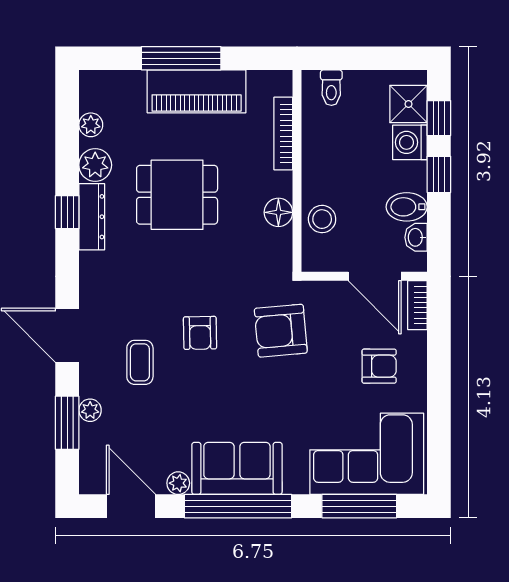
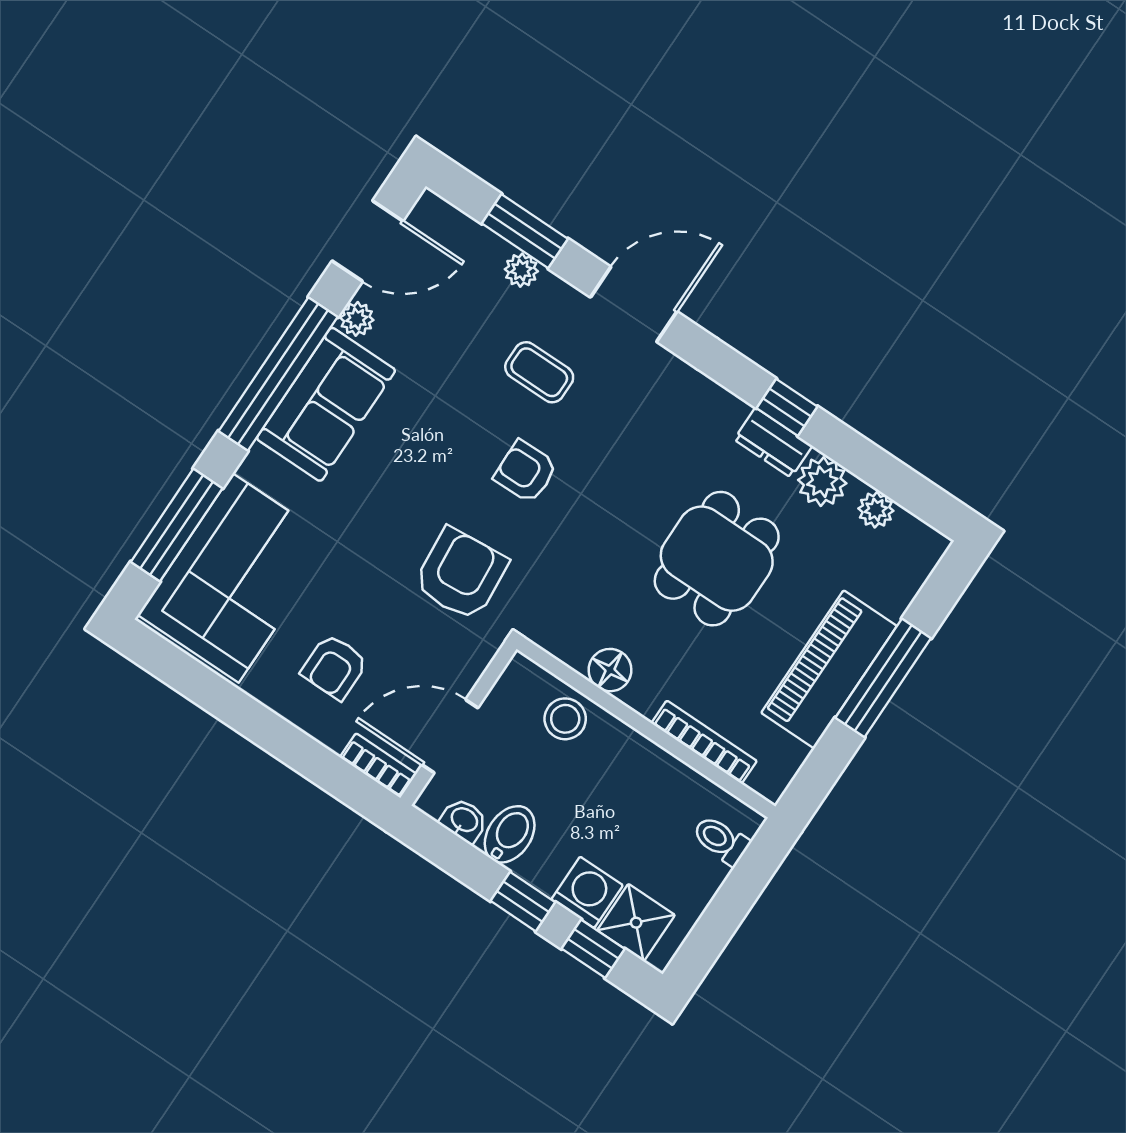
dresser: (92, 217) -> (773, 443), width x0.70

